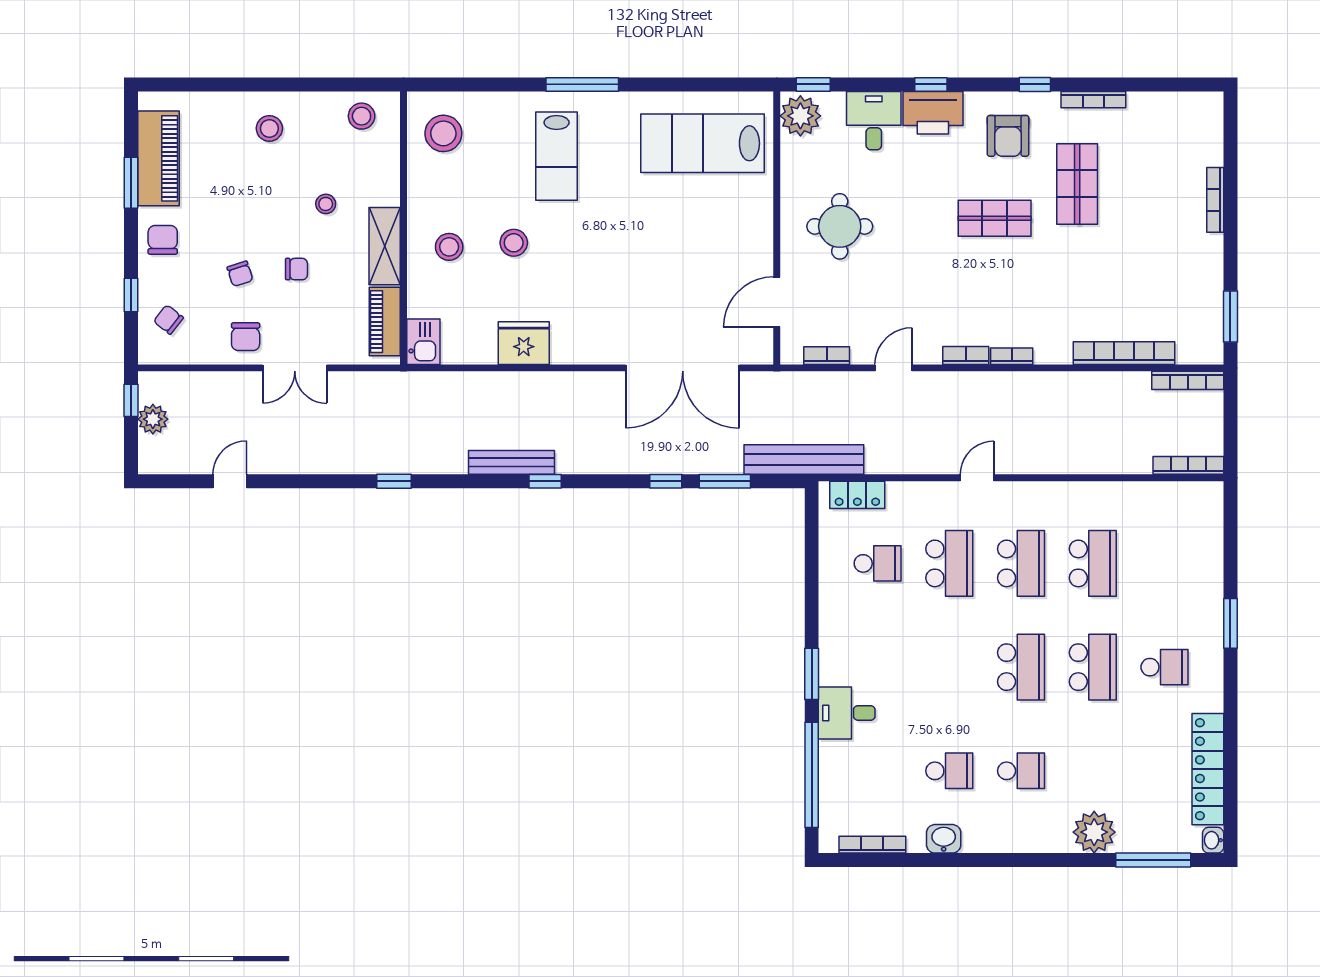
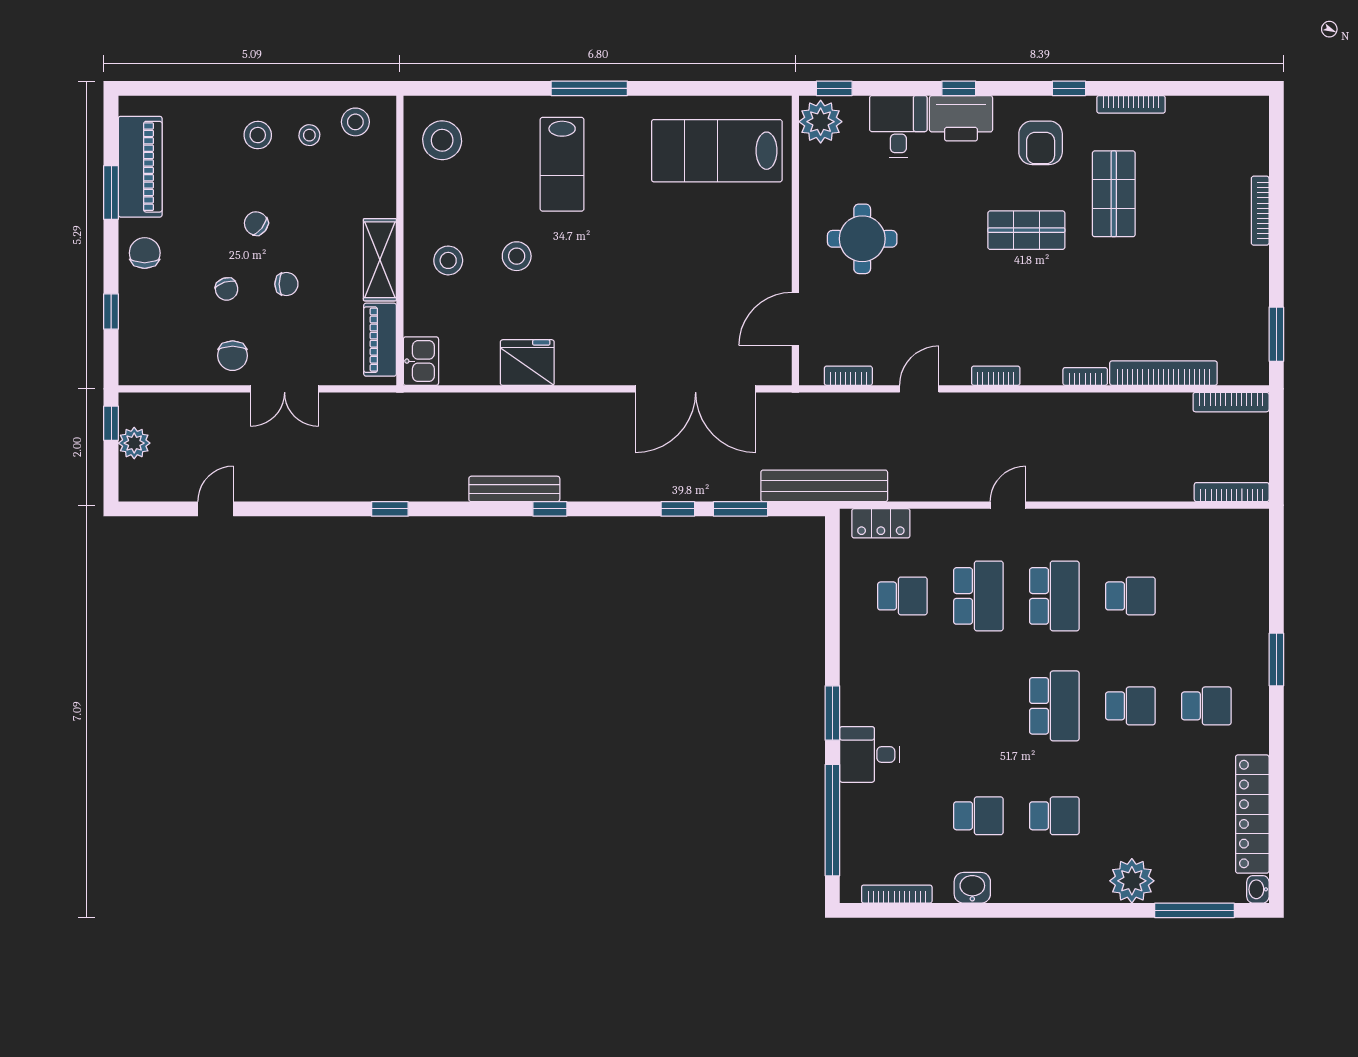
stool: (326, 204) -> (309, 135), moved
chair: (168, 320) -> (256, 223), moved
bookcase: (1012, 356) -> (1085, 376), moved
school desk: (1093, 563) -> (1130, 596), width x0.54
school desk: (1093, 667) -> (1130, 706), width x0.54

